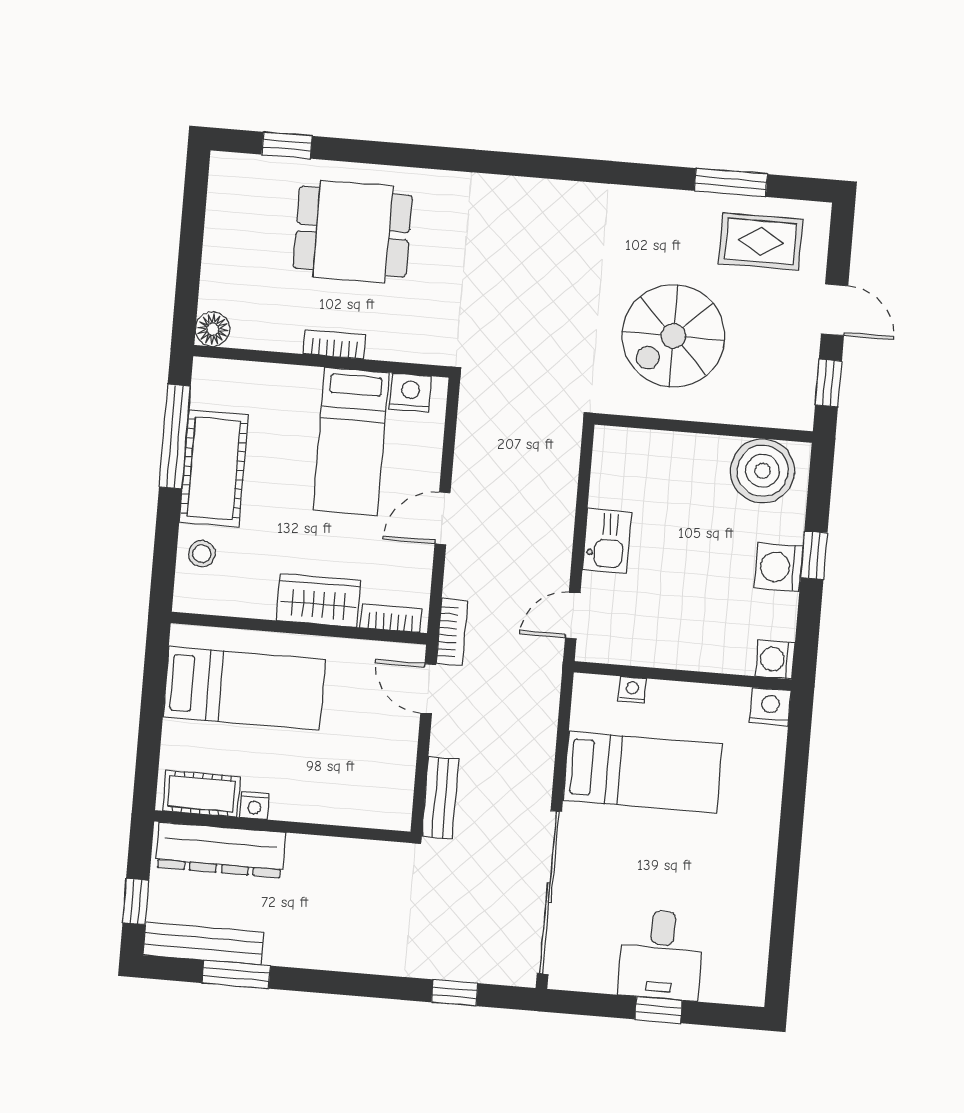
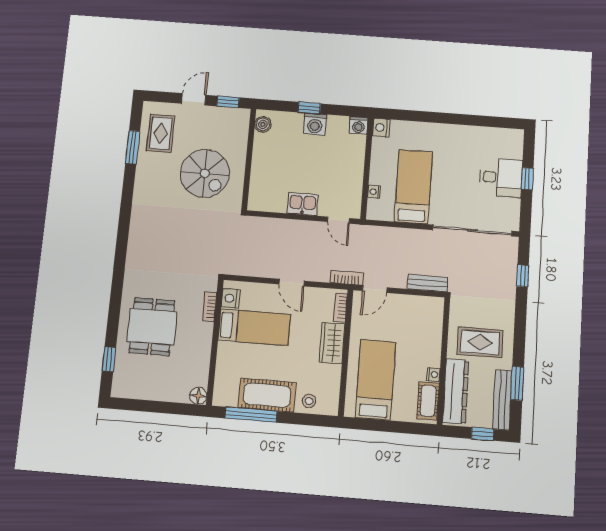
bookcase: (334, 344) -> (209, 307), moved
boiler: (763, 471) -> (263, 124), width x0.54, depth x0.54
rug: (319, 901) -> (480, 342), added

